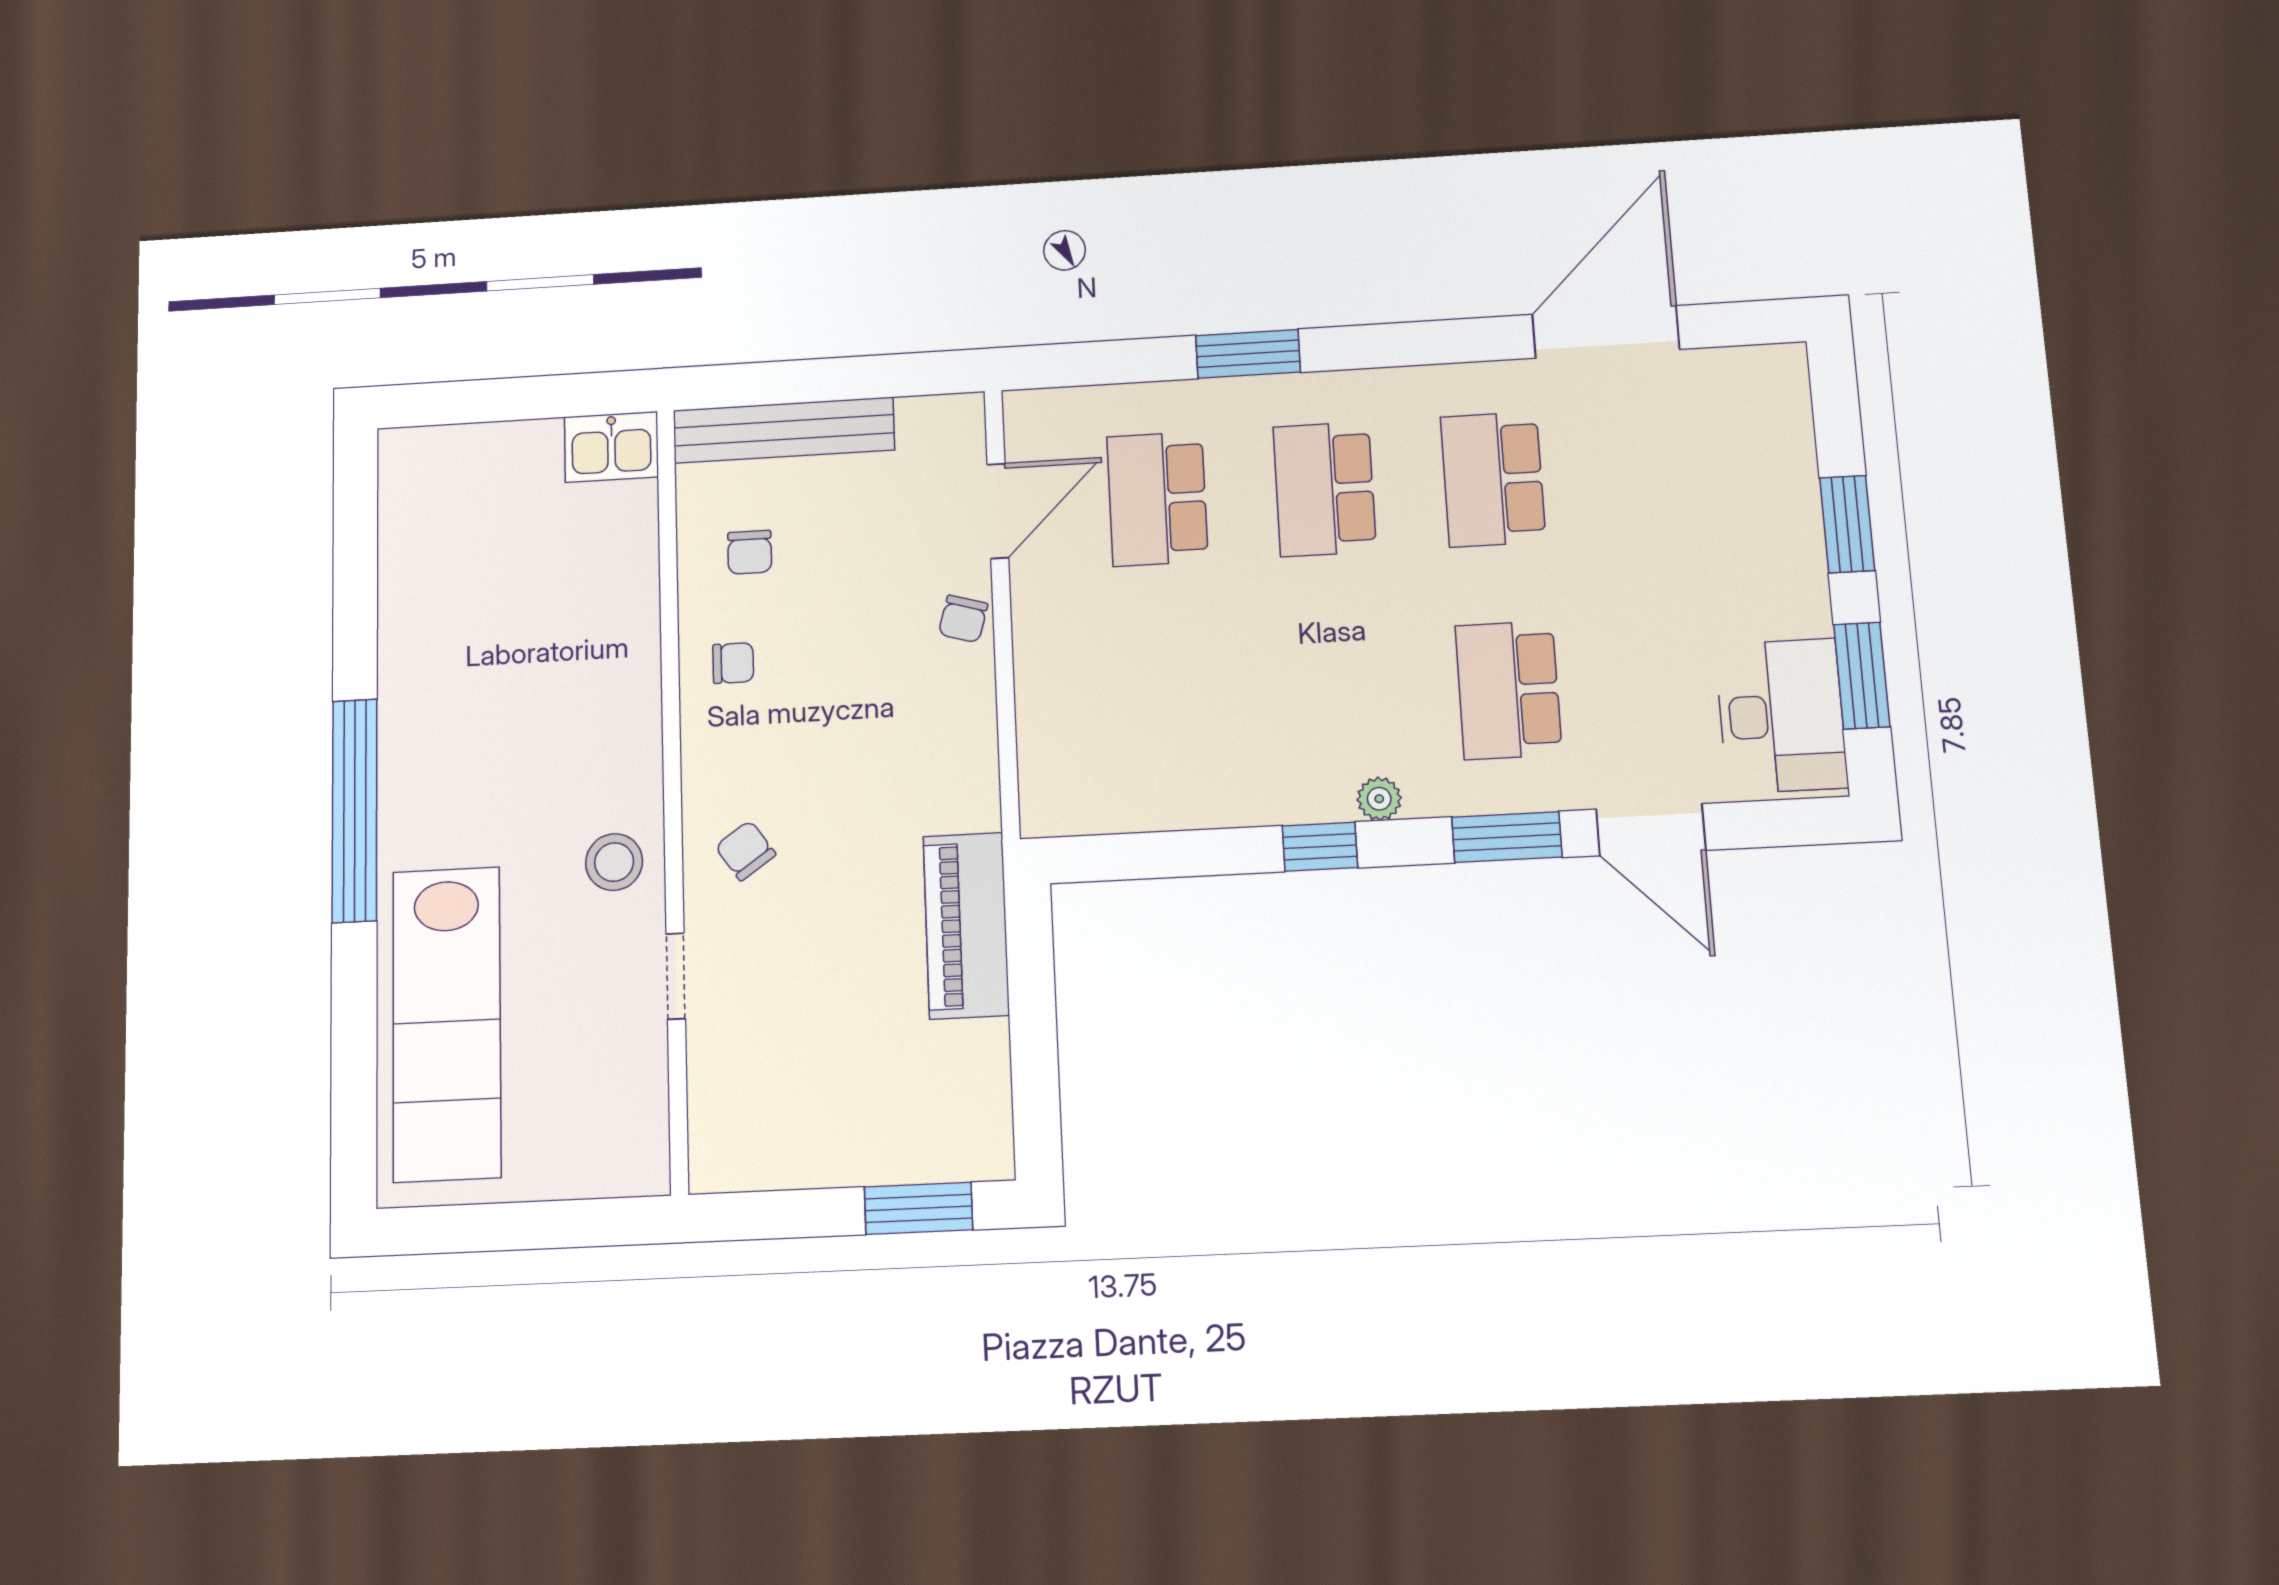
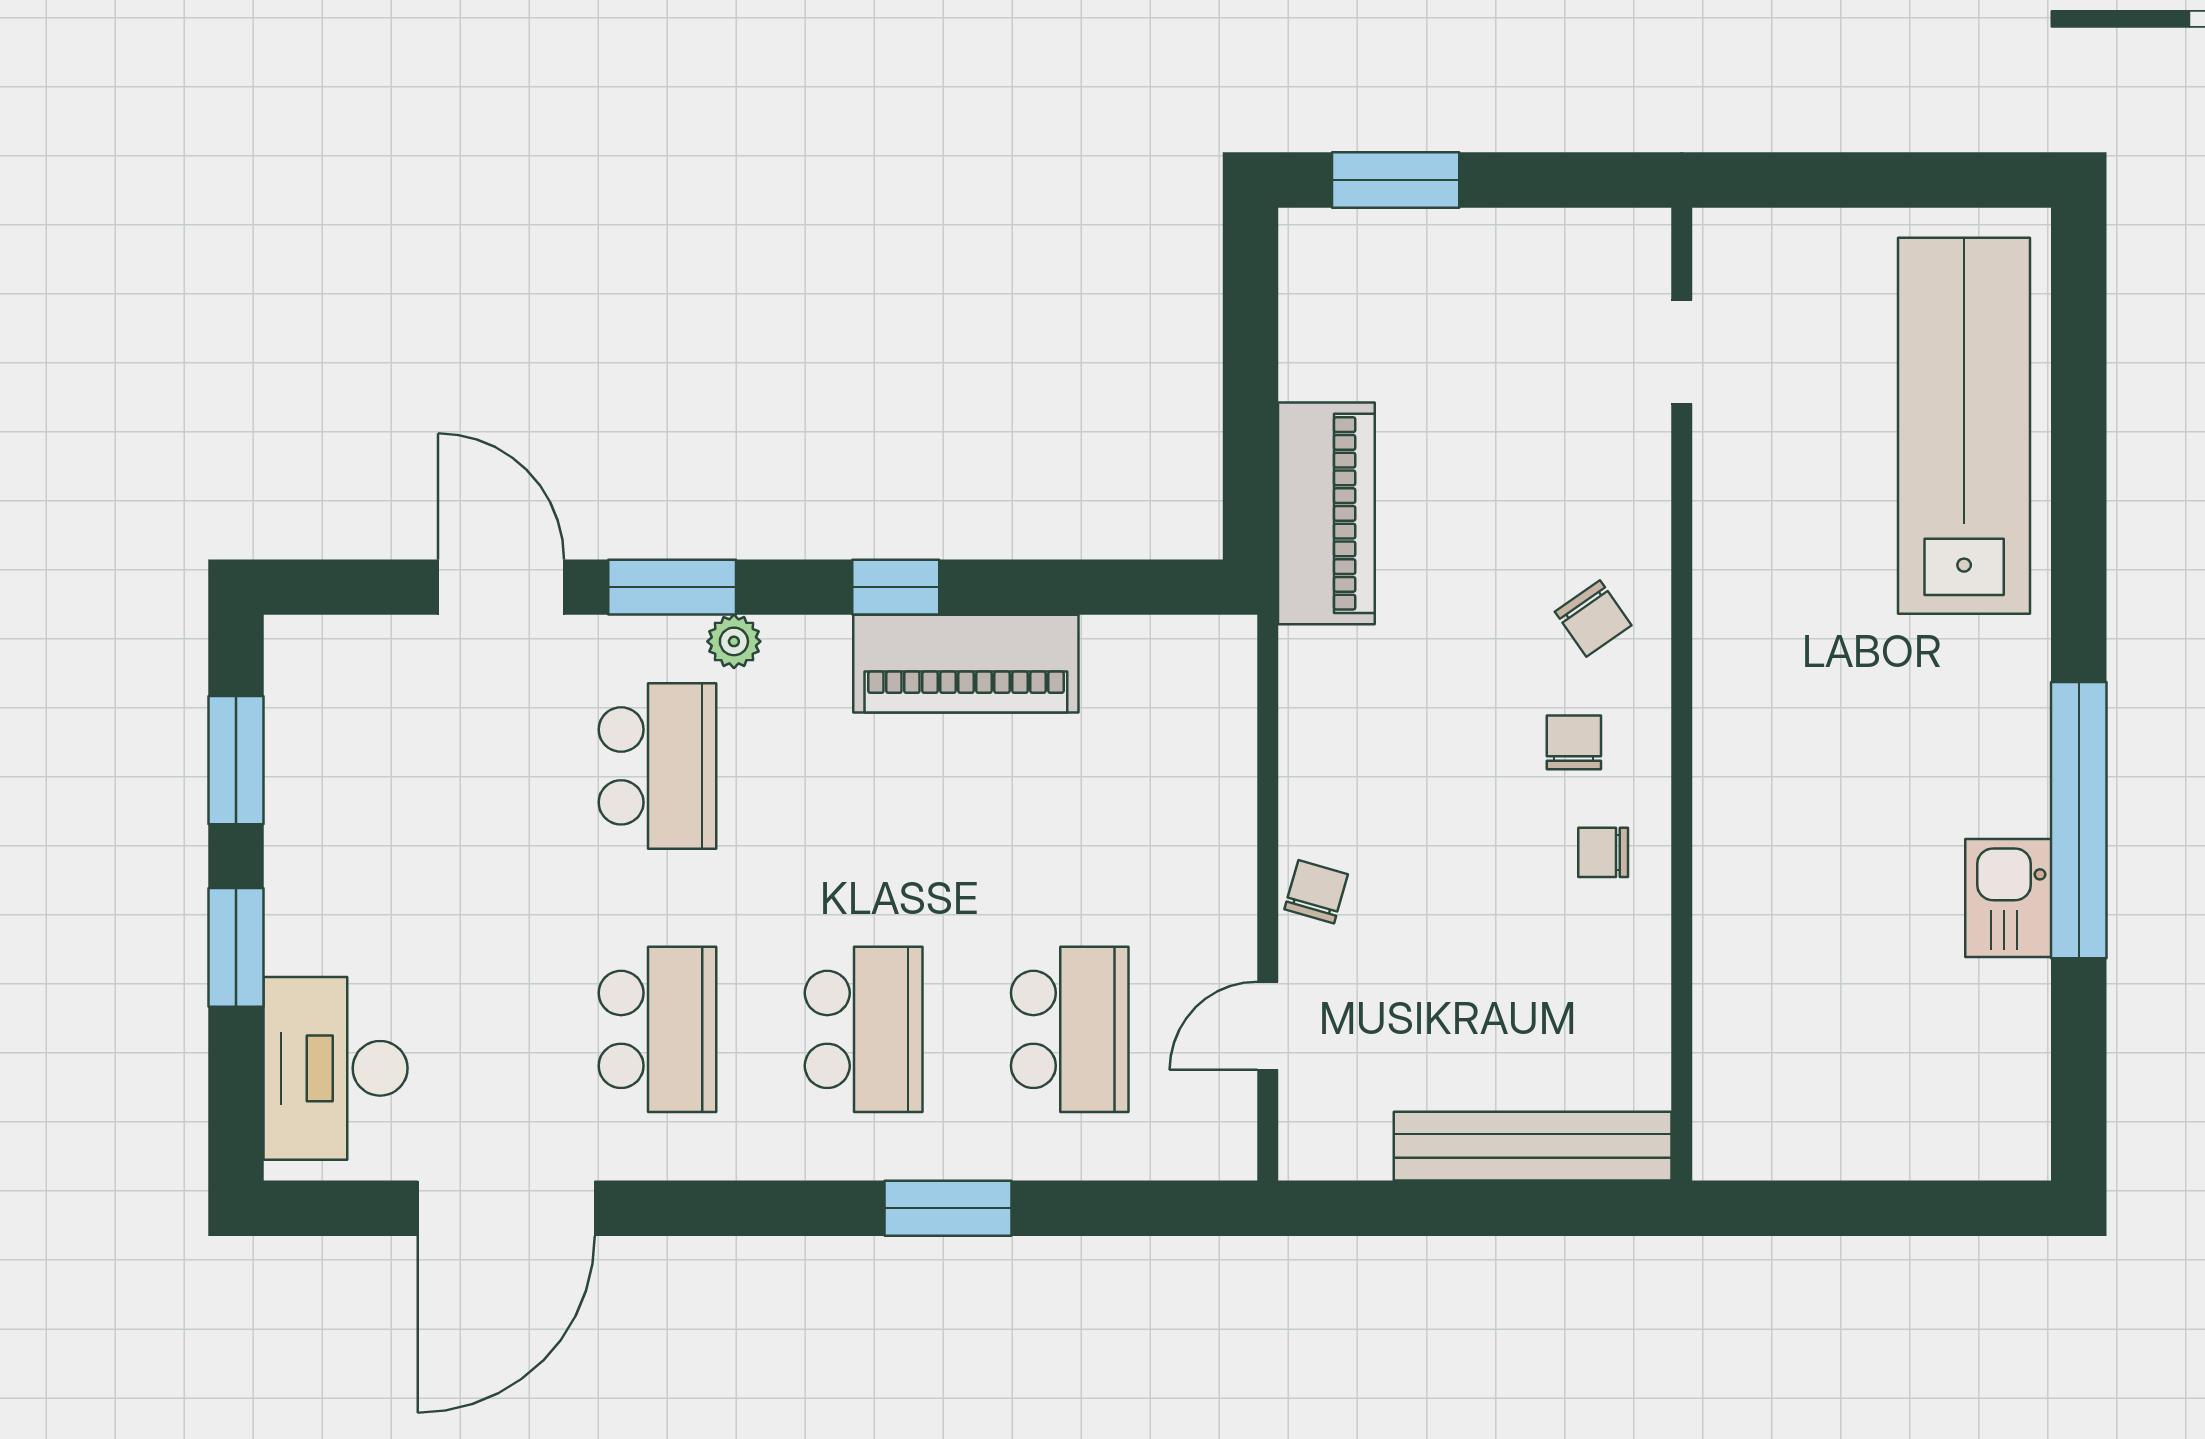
kitchen sink: (611, 447) -> (2008, 898), moved, turned -90
door: (998, 511) -> (1268, 1026), width x0.73
chair: (750, 552) -> (1574, 742), moved
desk: (1781, 716) -> (336, 1068), moved
piano: (1258, 787) -> (966, 664), added
plant: (1379, 799) -> (734, 641), moved
window: (355, 810) -> (2079, 820), moved
stool: (614, 862) -> (1755, 613), removed
doorway: (676, 976) -> (1682, 352), moved

